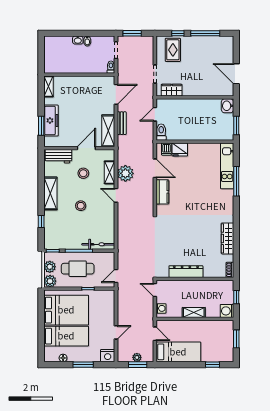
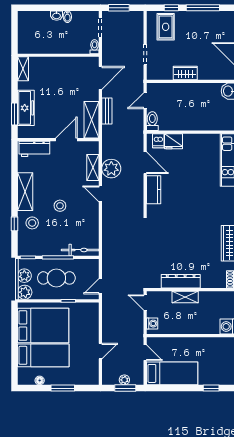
wardrobe: (172, 90) -> (185, 73), moved
stool: (83, 173) -> (32, 223), moved
shelving: (194, 312) -> (185, 297), moved
nightstand: (108, 356) -> (91, 378), removed

